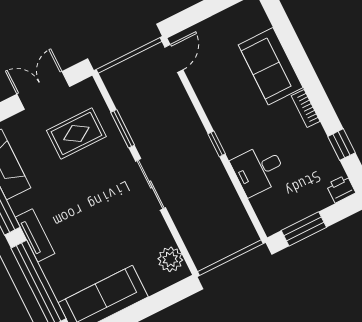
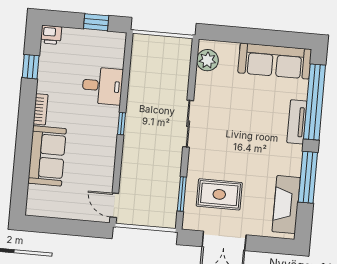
door: (174, 58) -> (114, 205), hinge flipped
window: (123, 129) -> (182, 194), moved
window: (304, 229) -> (96, 22), width x0.67
tv unit: (35, 235) -> (297, 122), moved

